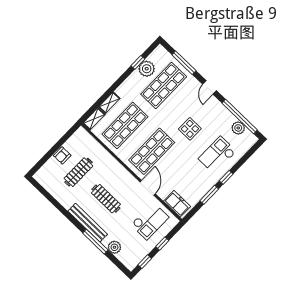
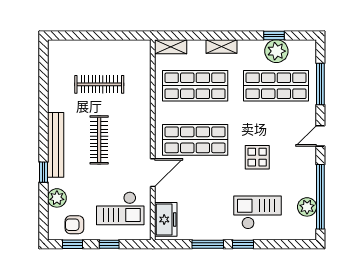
shelving: (109, 103) -> (221, 46), moved
armchair: (62, 155) -> (74, 225), moved
window: (95, 242) -> (43, 172), width x0.46

